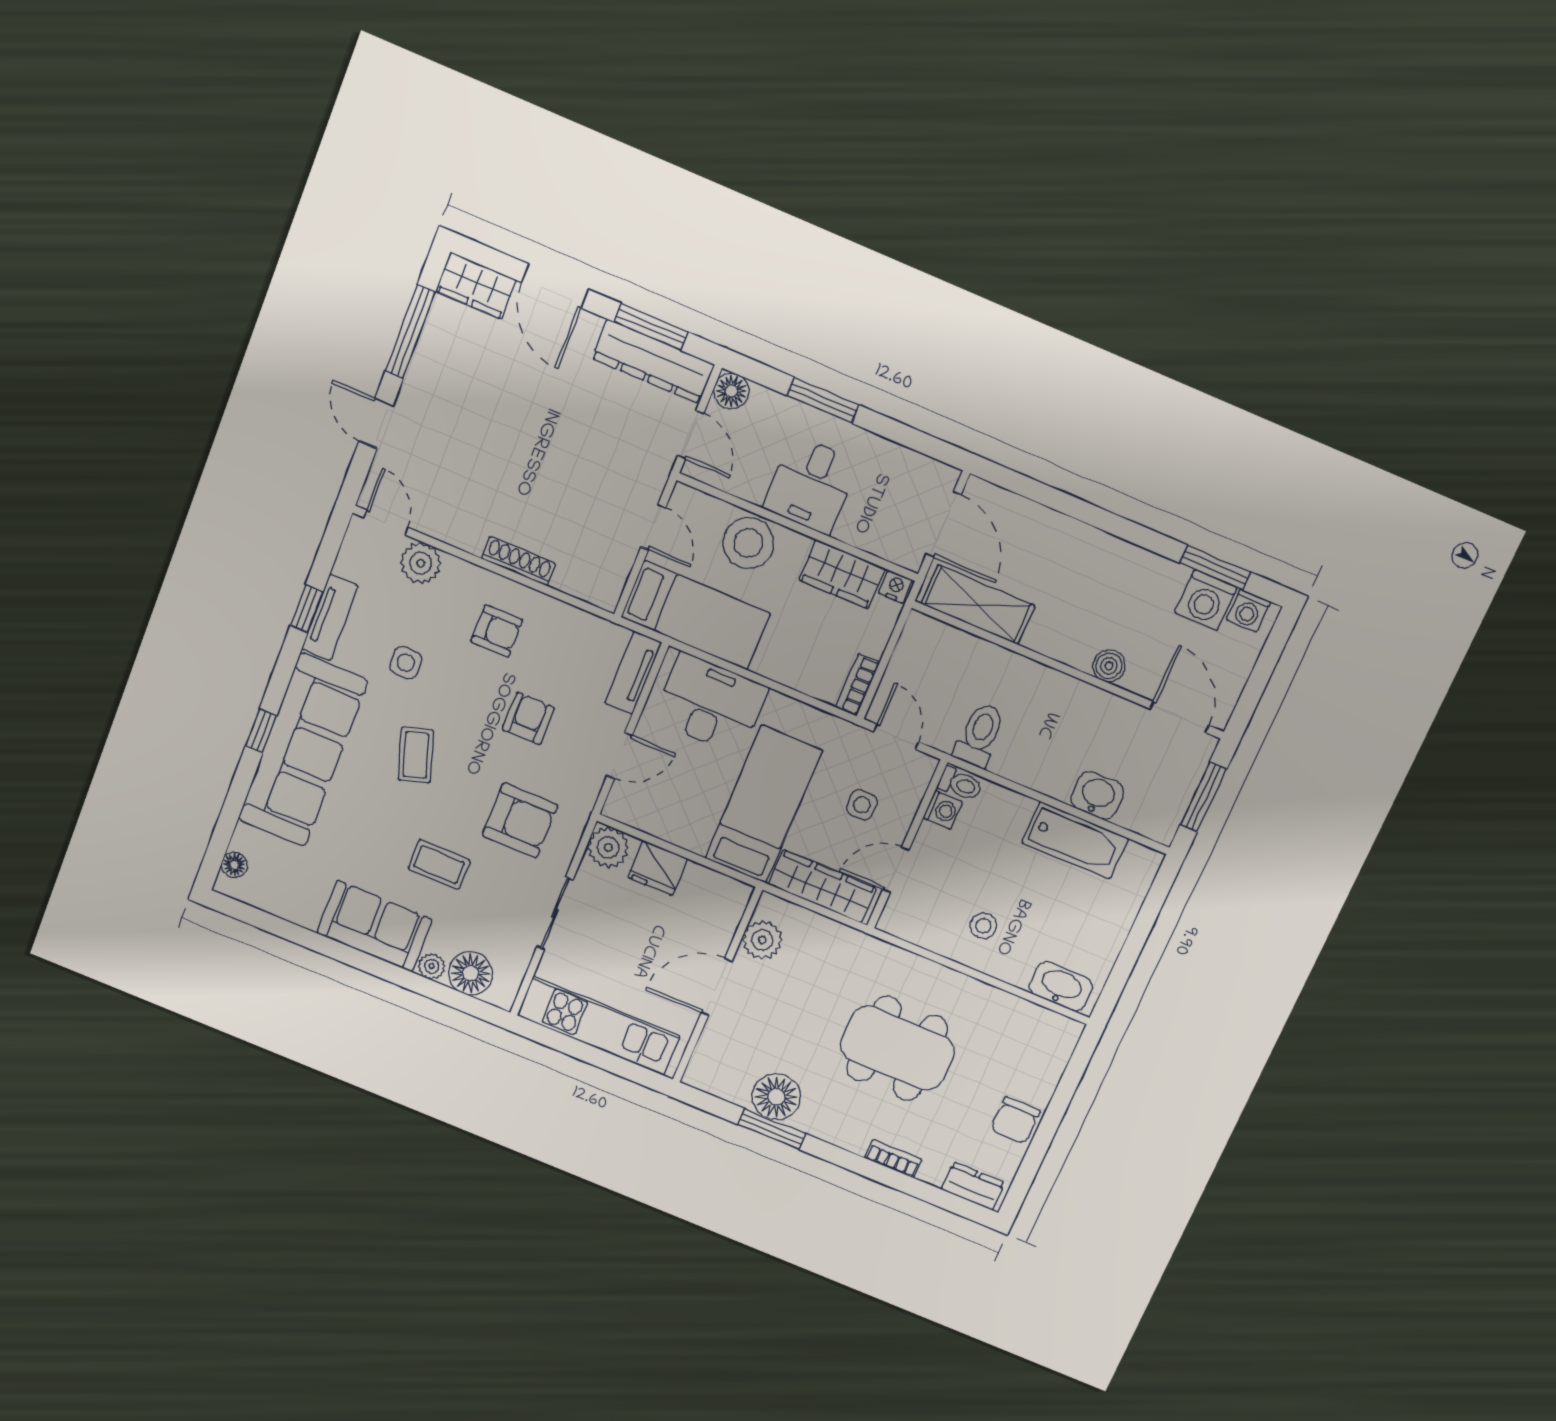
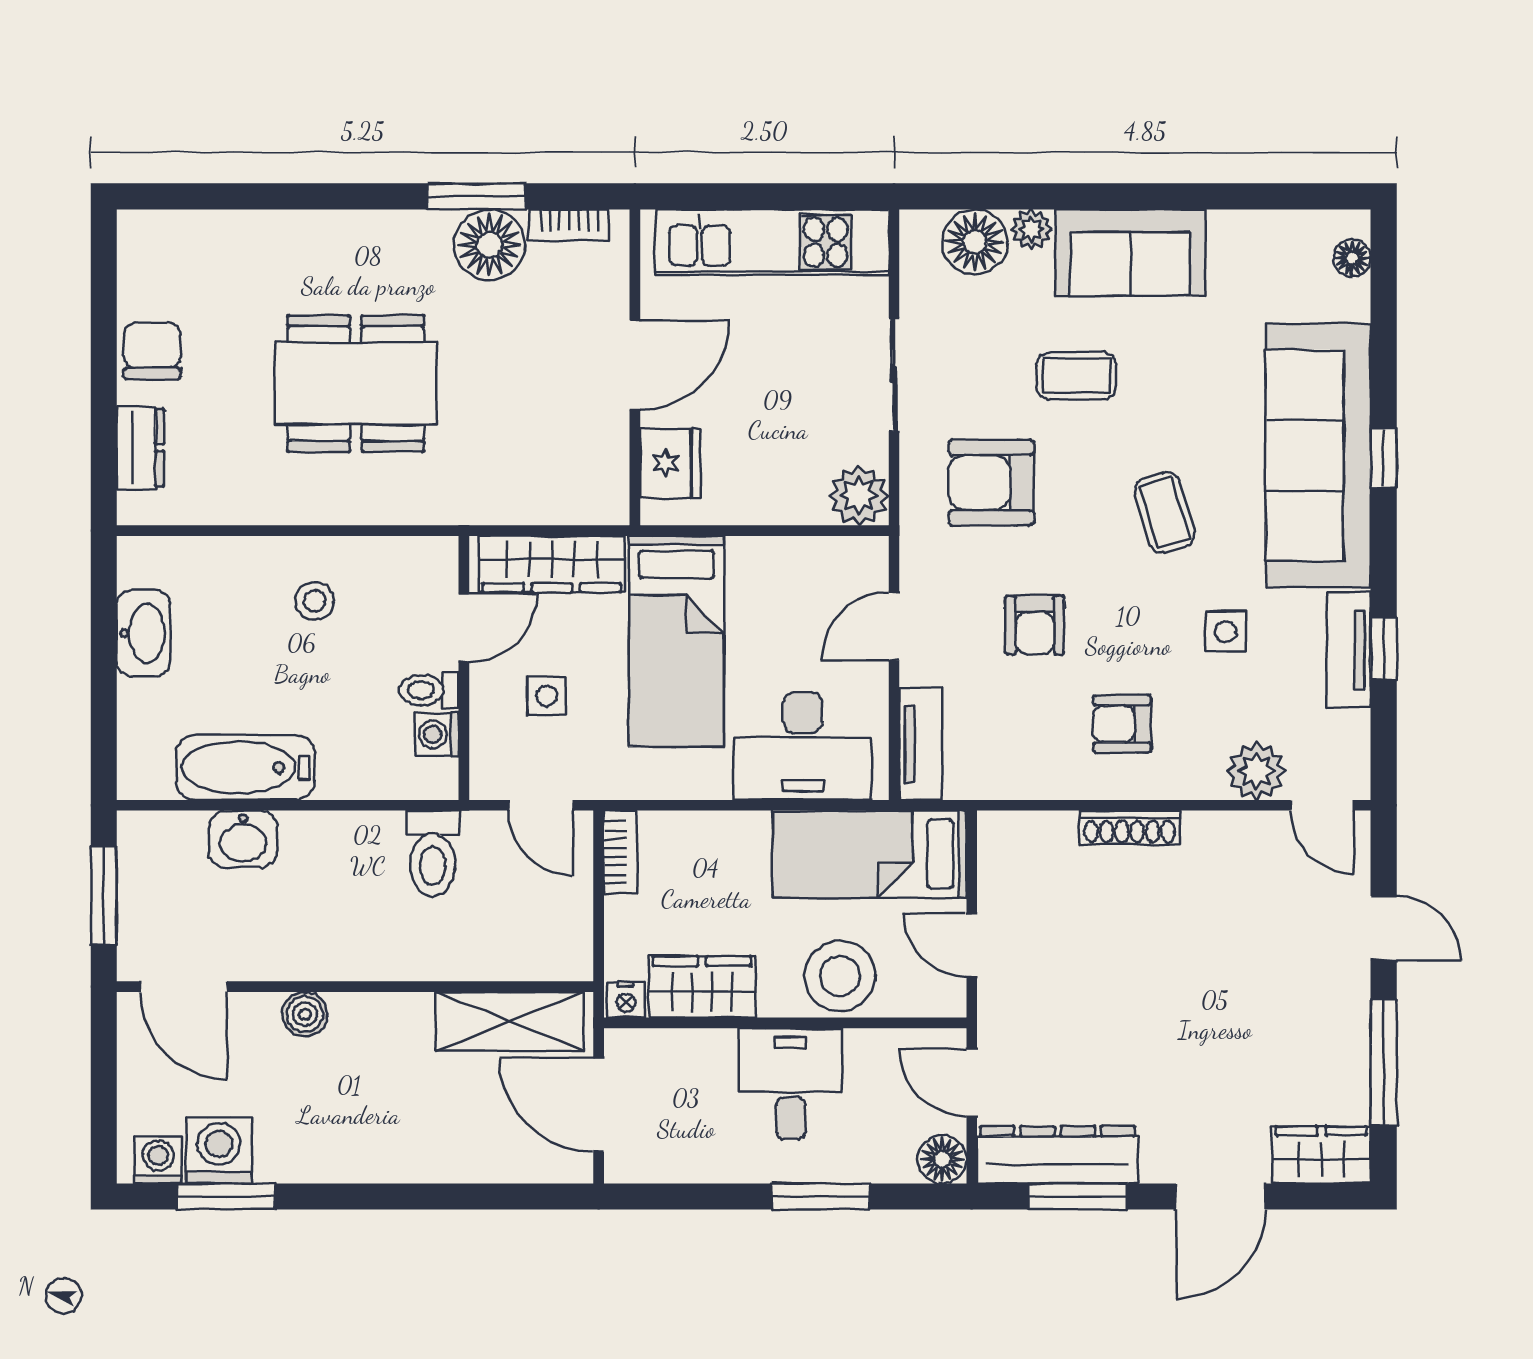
door: (555, 286) -> (1220, 1196), swing flipped
toilet: (960, 784) -> (429, 690), moved
fridge: (658, 868) -> (670, 463), moved, turned 90
plant: (762, 940) -> (601, 456), removed
washbasin: (1061, 986) -> (143, 633), moved, turned -90
bookcase: (893, 1159) -> (569, 225), moved
dresser: (973, 1186) -> (140, 448), moved, turned -90

